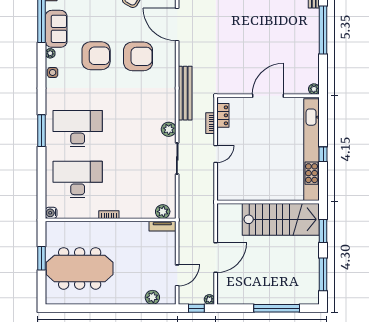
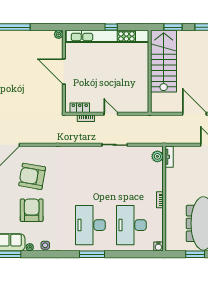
armchair: (138, 56) -> (32, 176), turned -80
bench: (185, 93) -> (62, 138), removed
plant: (169, 129) -> (91, 152), removed

